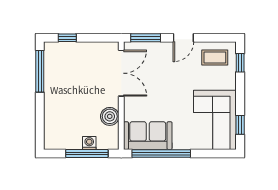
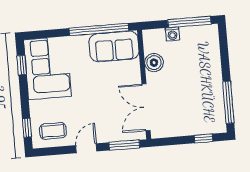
window: (87, 154) -> (189, 22), moved

